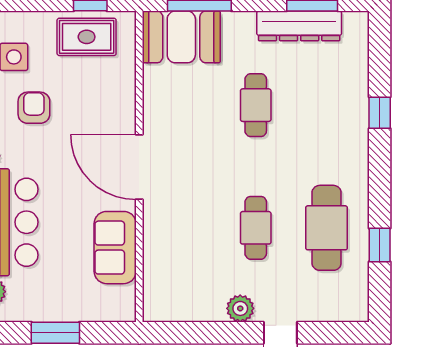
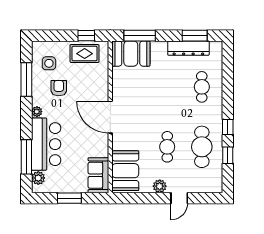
cafe table: (256, 105) -> (202, 87), moved
window: (380, 113) -> (228, 127), moved
sofa: (115, 248) -> (98, 175), moved
booth: (170, 277) -> (125, 171), added

